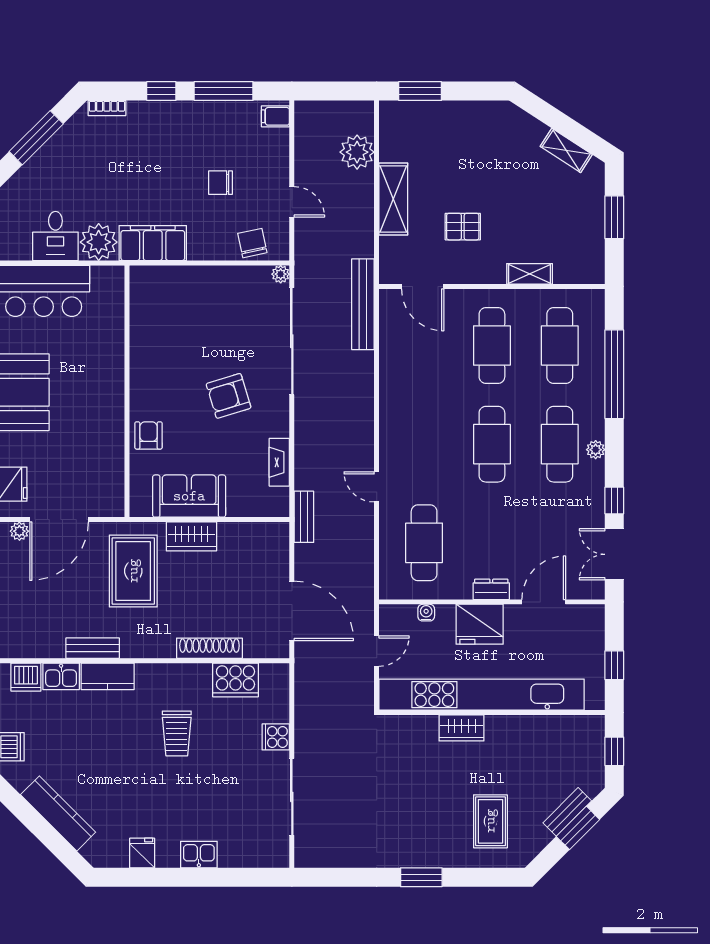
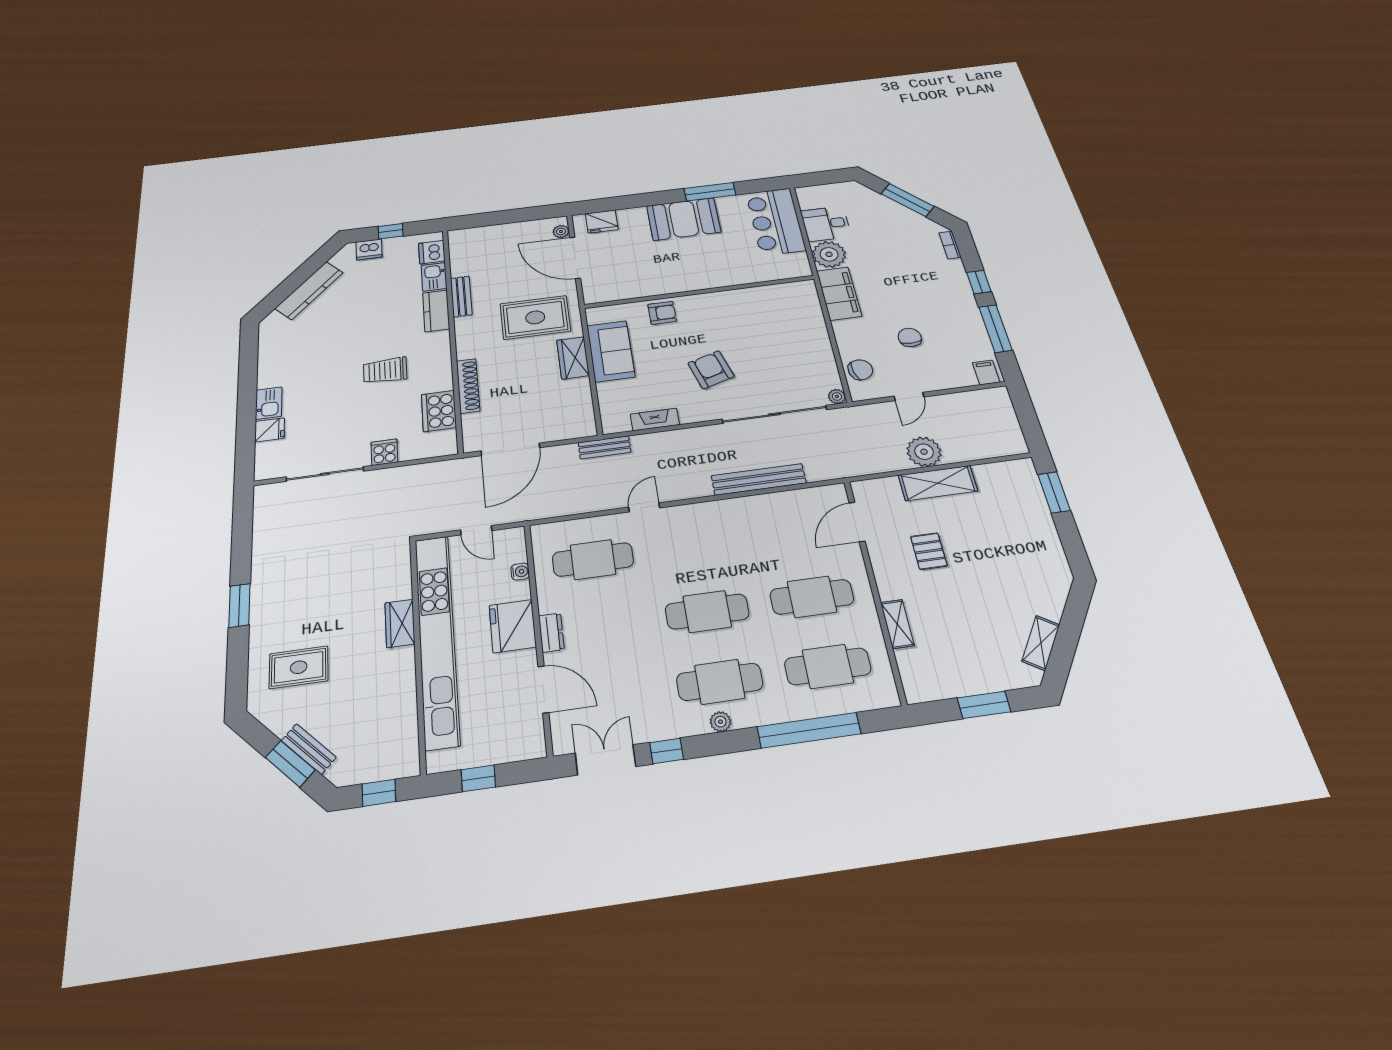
plant: (357, 152) -> (924, 452), moved
bench: (363, 304) -> (759, 479), moved
fridge: (142, 853) -> (270, 430), moved

